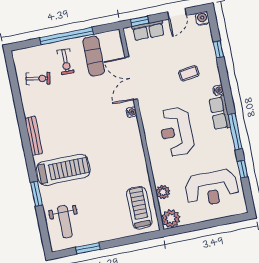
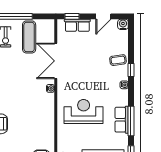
window: (218, 49) -> (131, 70), moved
coffee table: (189, 73) -> (118, 60), moved
row of seats: (220, 113) -> (122, 120), moved
reception desk: (176, 132) -> (84, 112), turned 90

